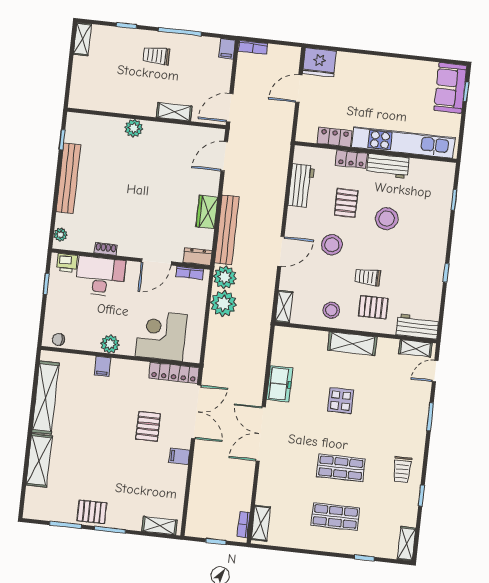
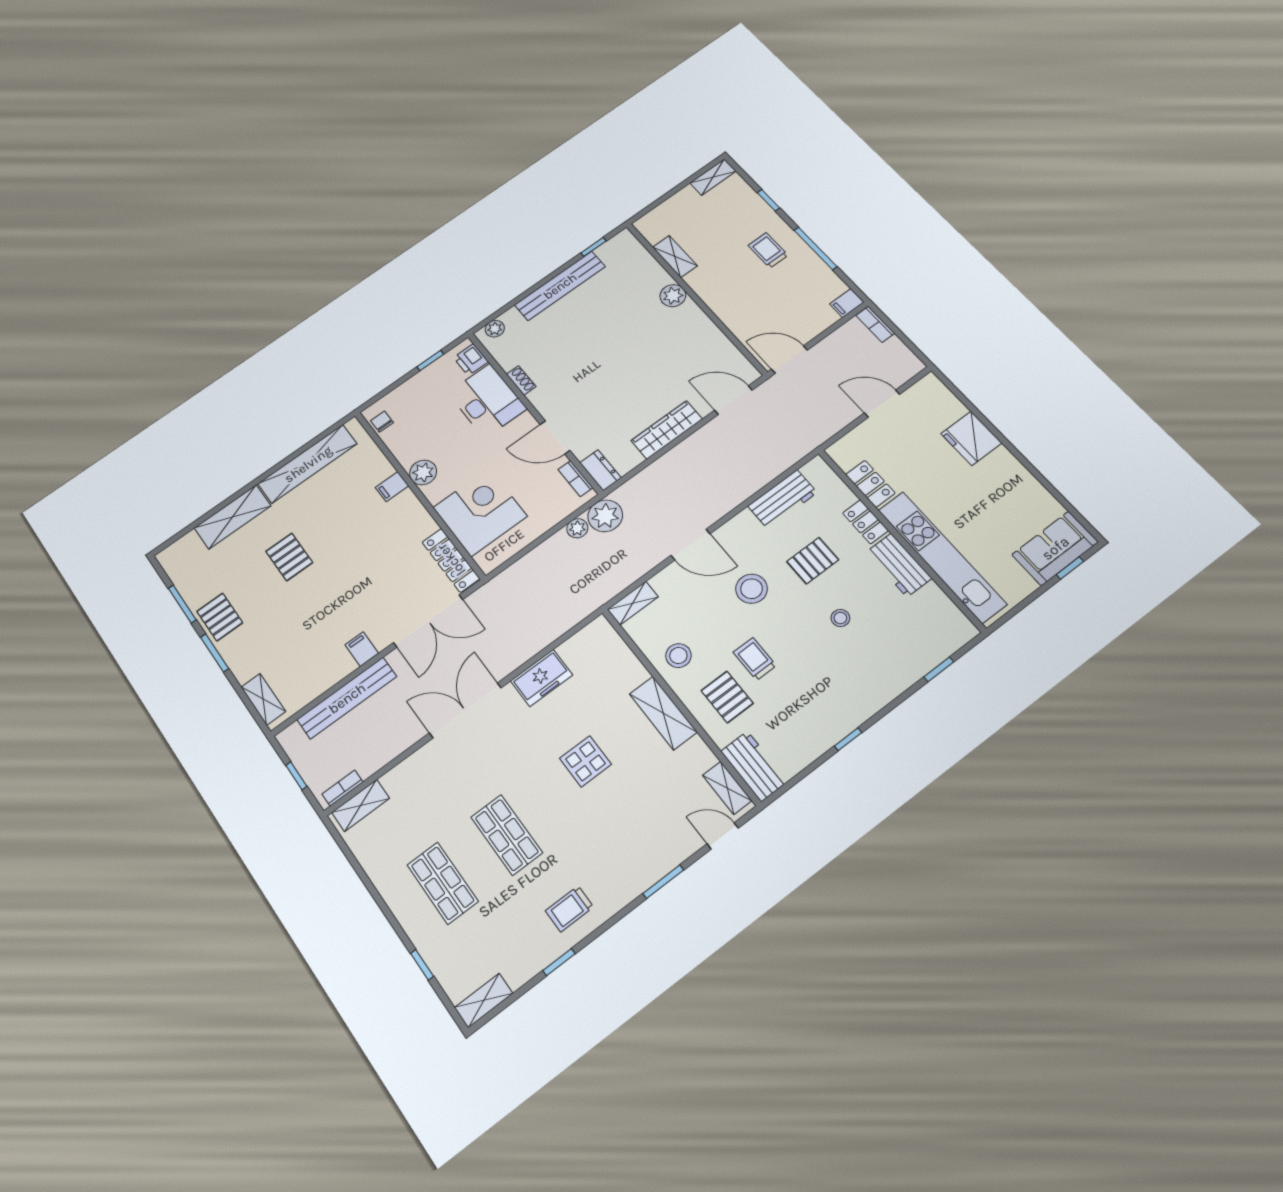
fridge: (319, 62) -> (971, 438), moved
shelving: (174, 112) -> (675, 257), moved
wardrobe: (207, 212) -> (667, 430), width x1.50
stool: (387, 219) -> (840, 618), width x0.53, depth x0.53
bench: (227, 230) -> (347, 698), moved
plant: (223, 303) -> (577, 528), width x0.53, depth x0.53
pallet: (148, 426) -> (289, 557), moved, turned 90

